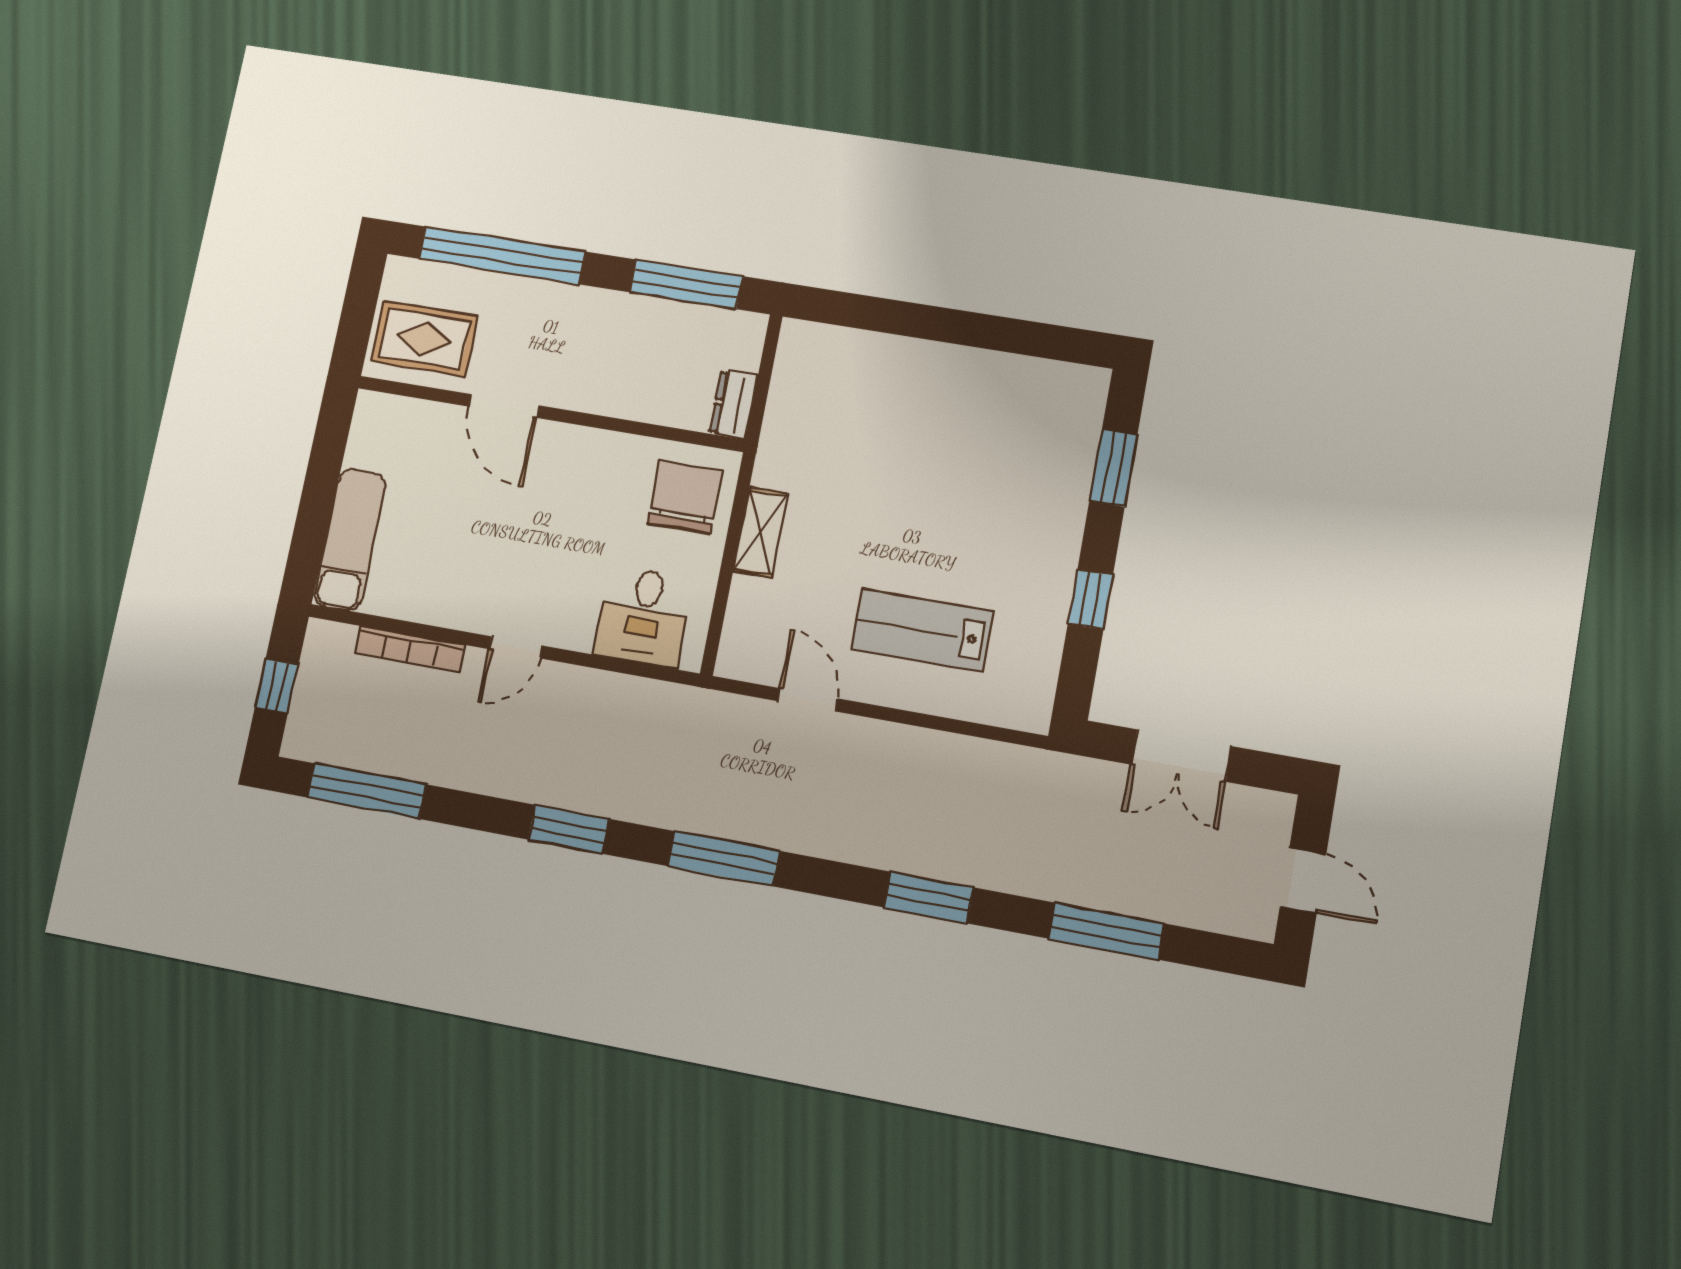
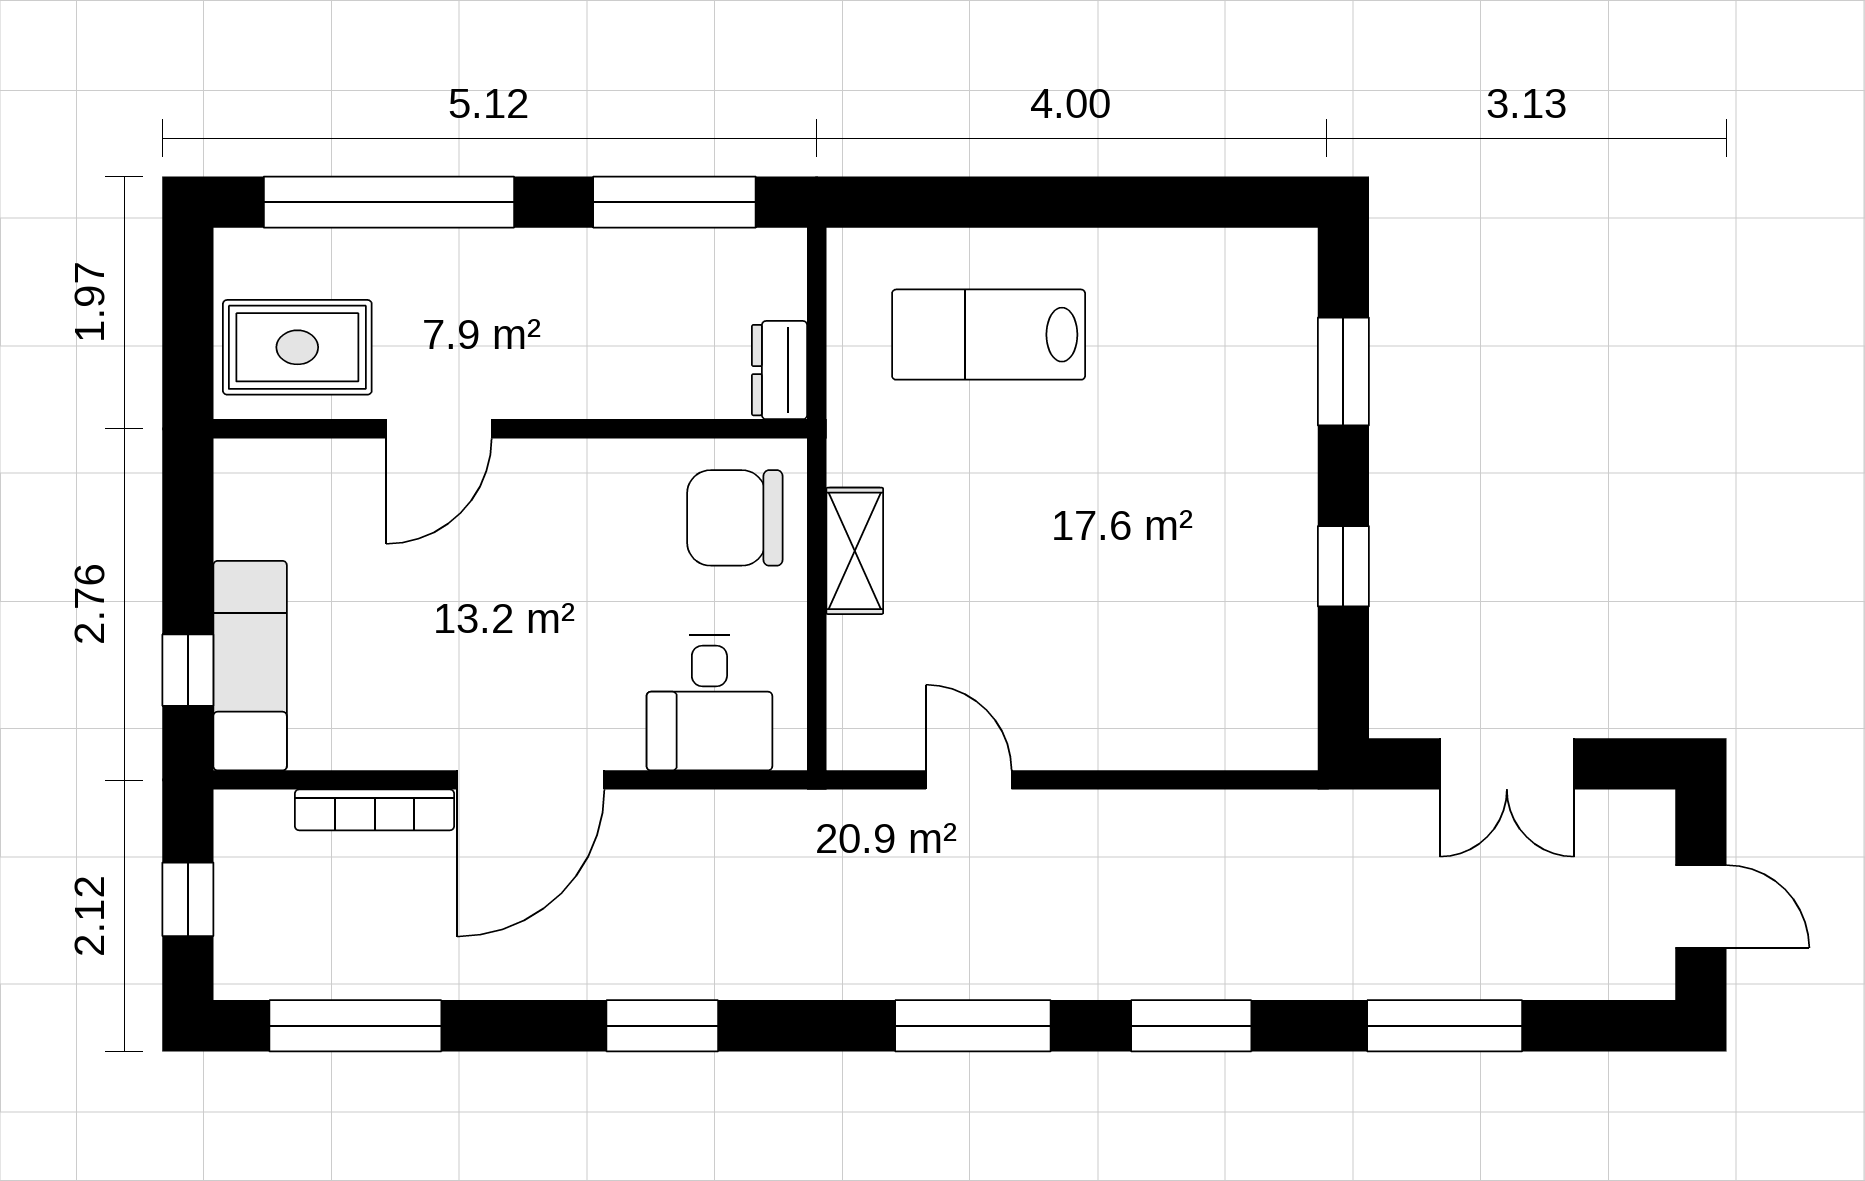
door: (504, 406) -> (439, 429), hinge flipped
chair: (685, 497) -> (735, 518), turned -90
window: (309, 536) -> (188, 670), added
lab bench: (923, 631) -> (989, 335), moved
door: (516, 647) -> (531, 780), width x1.88
window: (724, 859) -> (973, 1026), moved

